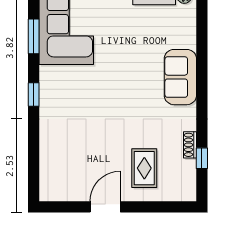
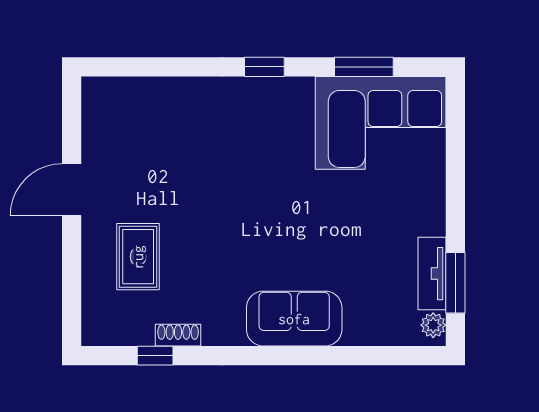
rug: (144, 168) -> (138, 257), turned 90
door: (105, 207) -> (72, 190), swing flipped

